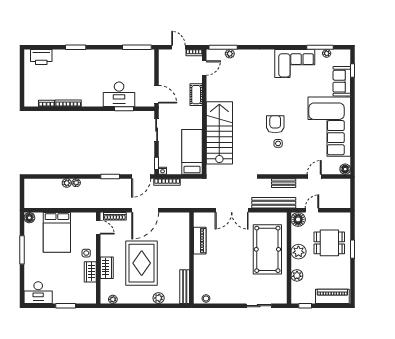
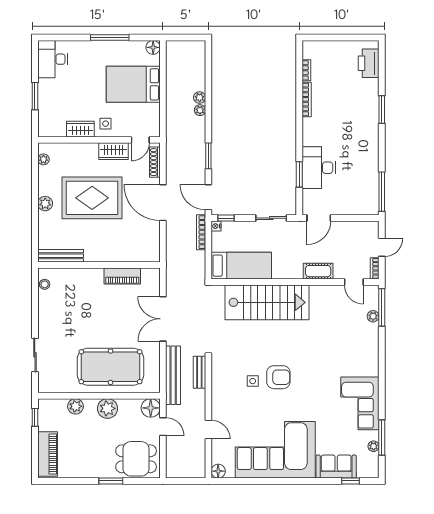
bench: (284, 183) -> (199, 372), moved
dining table: (329, 243) -> (136, 459), moved, turned 90
wardrobe: (107, 268) -> (114, 151), moved
plant: (159, 298) -> (45, 204), moved

